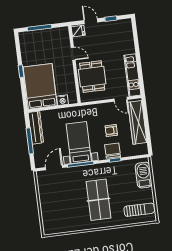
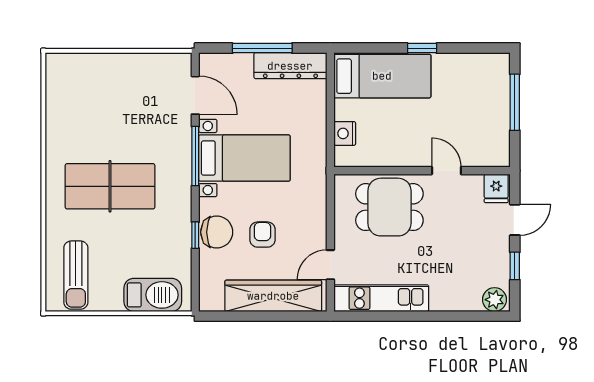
plant: (127, 26) -> (495, 300), added
door: (73, 54) -> (446, 171), swing flipped
bed: (40, 86) -> (382, 76), width x0.67

